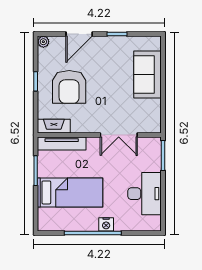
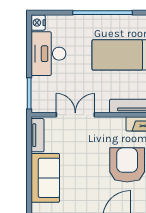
tv unit: (155, 115) -> (37, 135), added
nightstand: (106, 224) -> (38, 23), moved, turned -90

